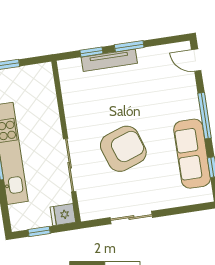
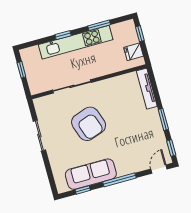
window: (91, 52) -> (171, 148), moved
tv unit: (109, 60) -> (147, 89), moved
fridge: (63, 215) -> (134, 52), moved, turned -90

